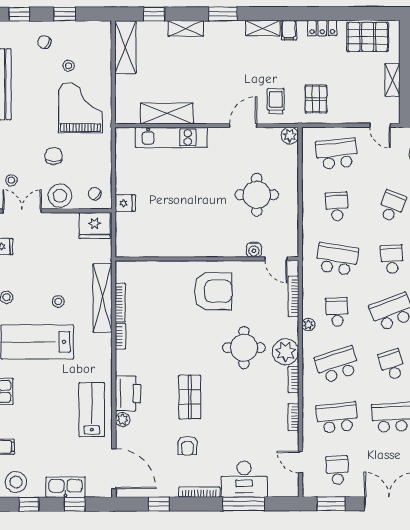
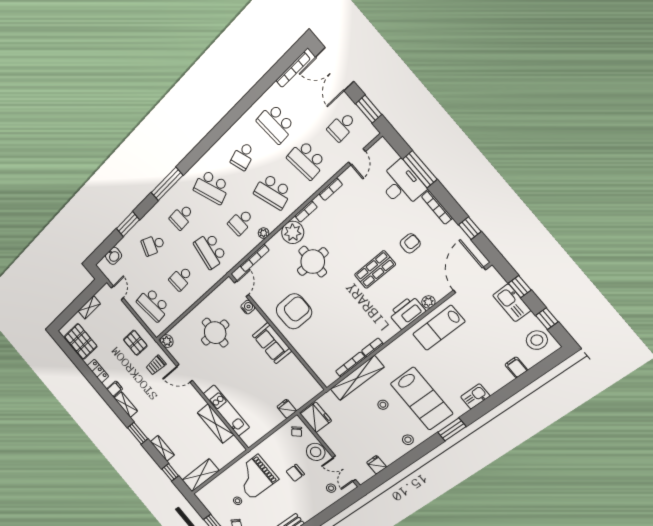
pallet: (316, 99) -> (135, 343), turned 90
sofa: (200, 244) -> (272, 343), added
armchair: (213, 291) -> (294, 311), turned 90

